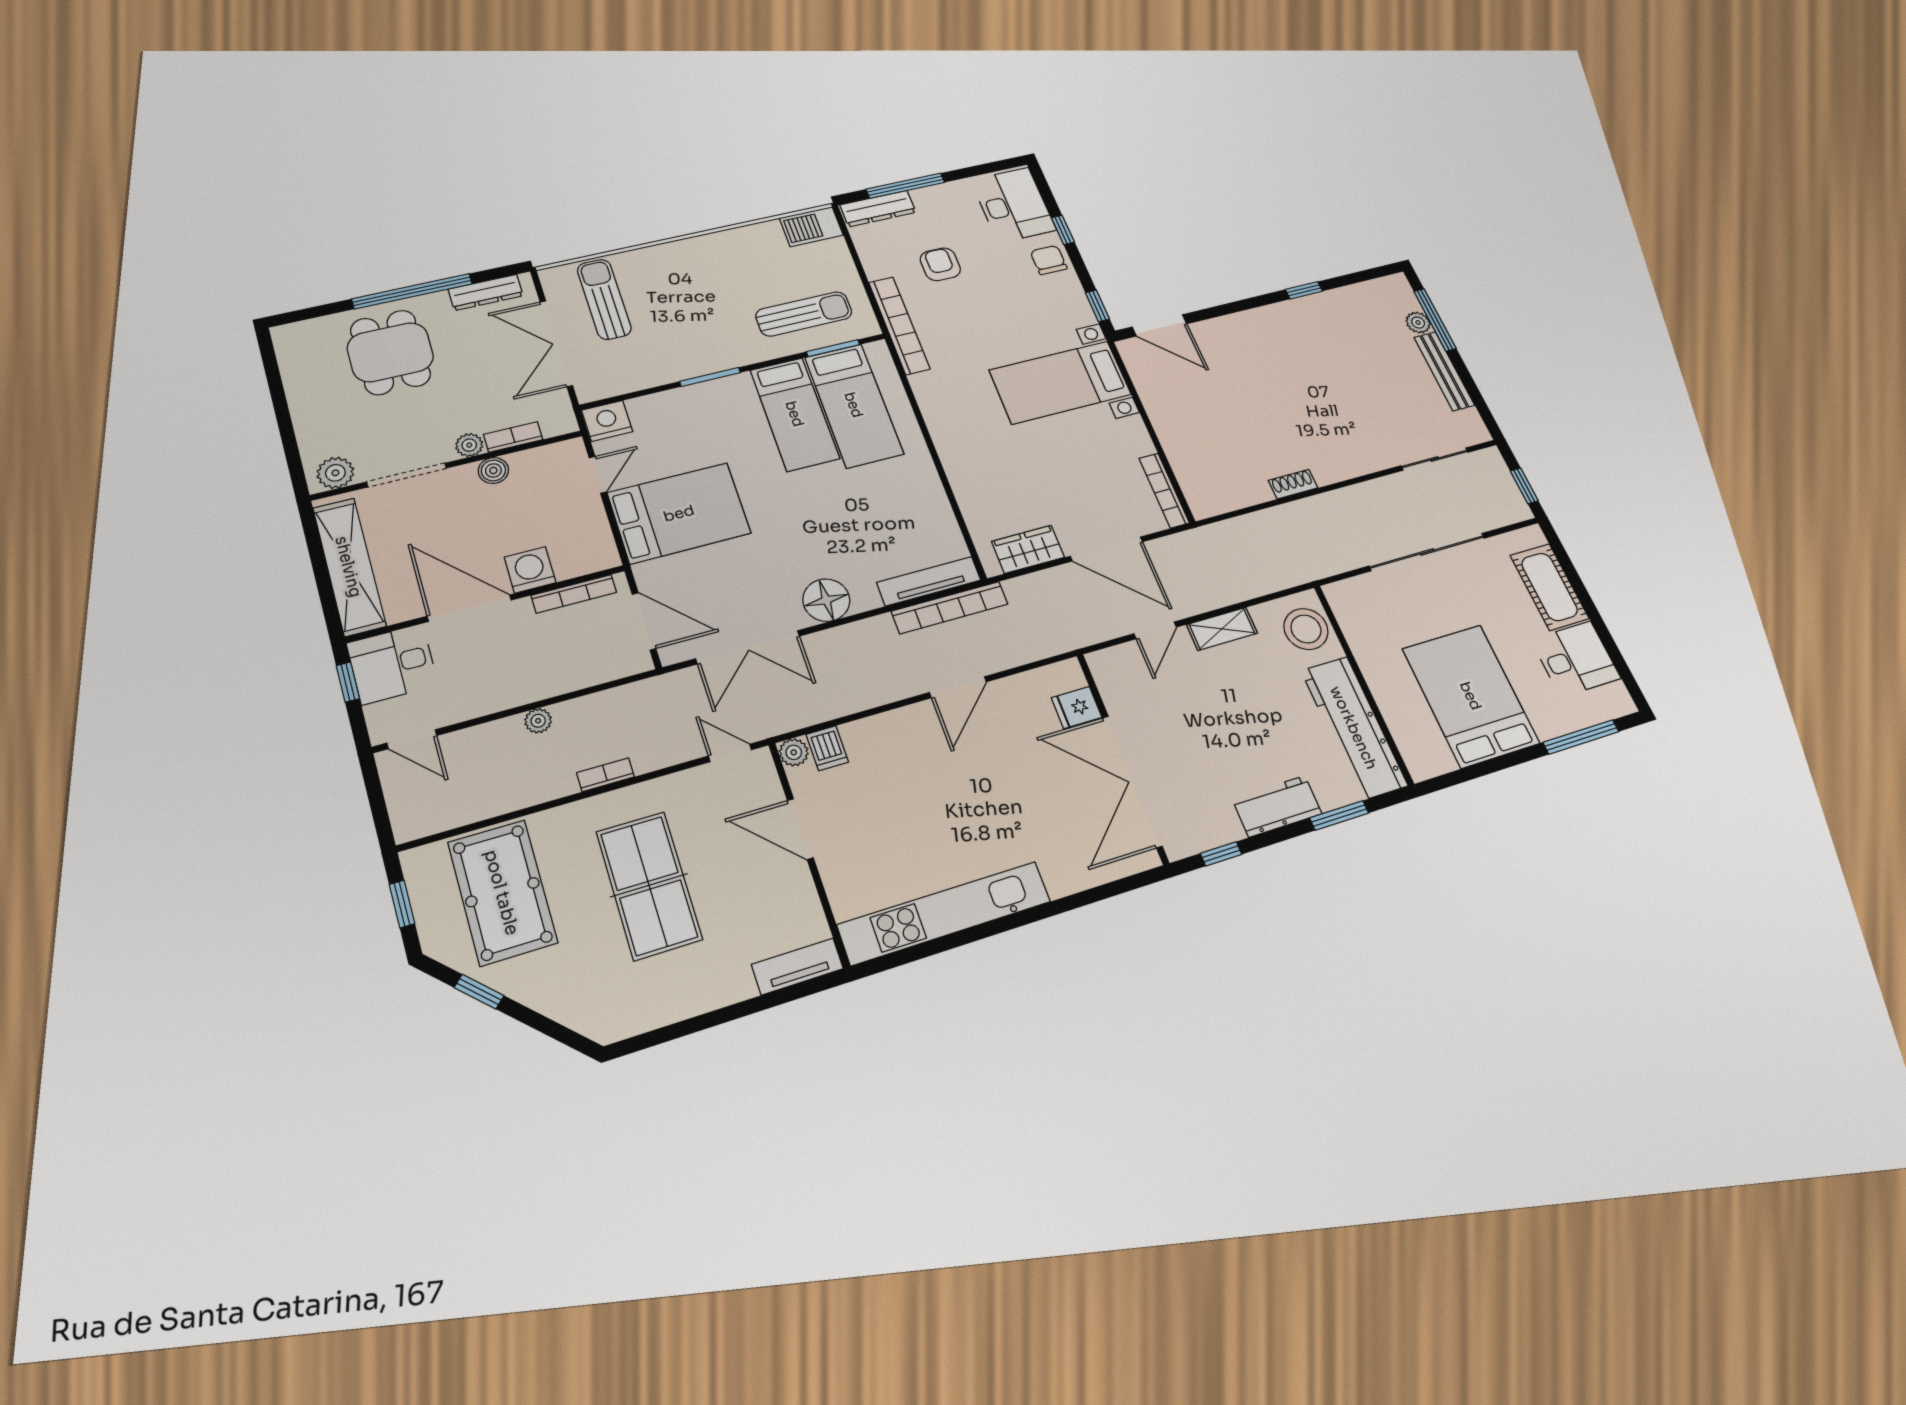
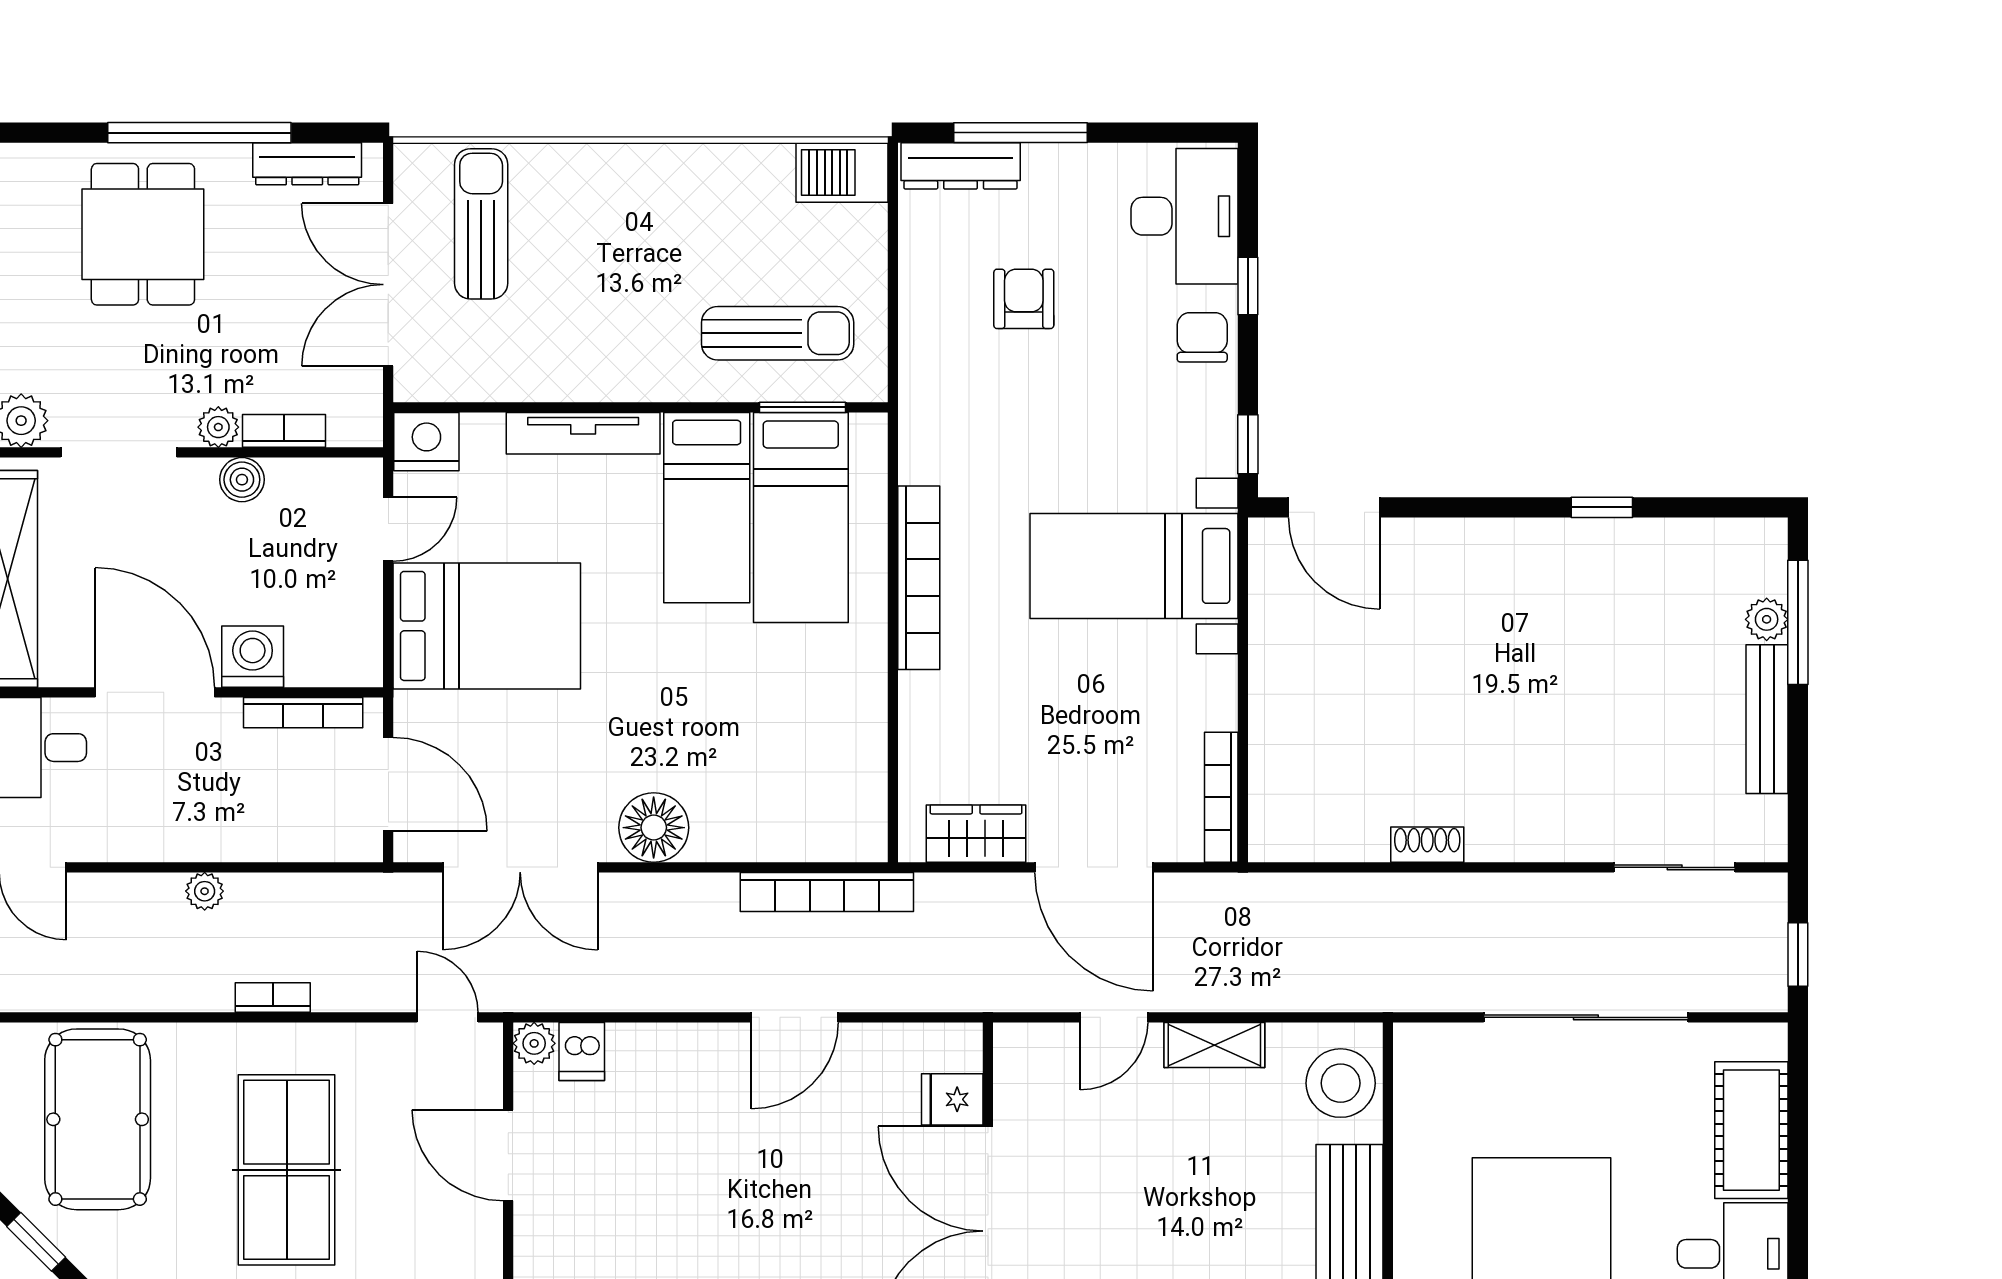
bookcase: (899, 325) -> (919, 578), moved
window: (710, 377) -> (600, 407), removed
tv unit: (929, 581) -> (583, 433), moved, turned 180

